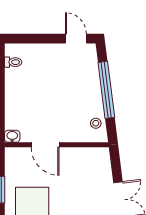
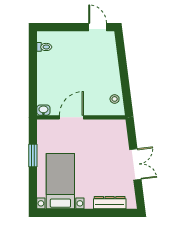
window: (106, 90) -> (123, 71), removed
door: (45, 145) -> (71, 117), swing flipped

